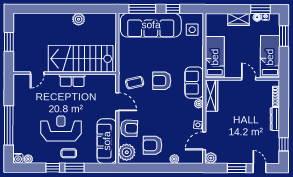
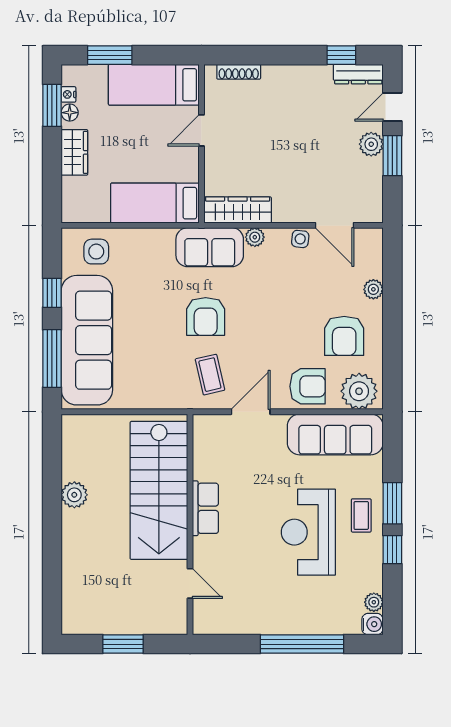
dresser: (275, 119) -> (358, 74), moved
armchair: (129, 128) -> (308, 386), turned 88
plant: (211, 158) -> (371, 144), moved

